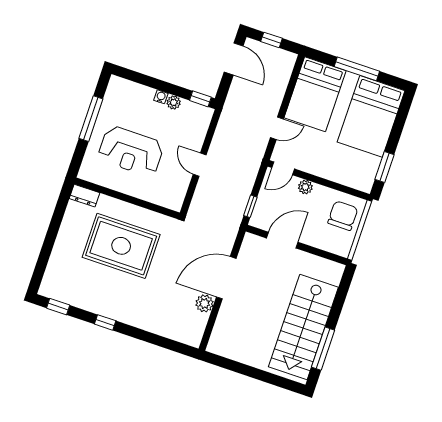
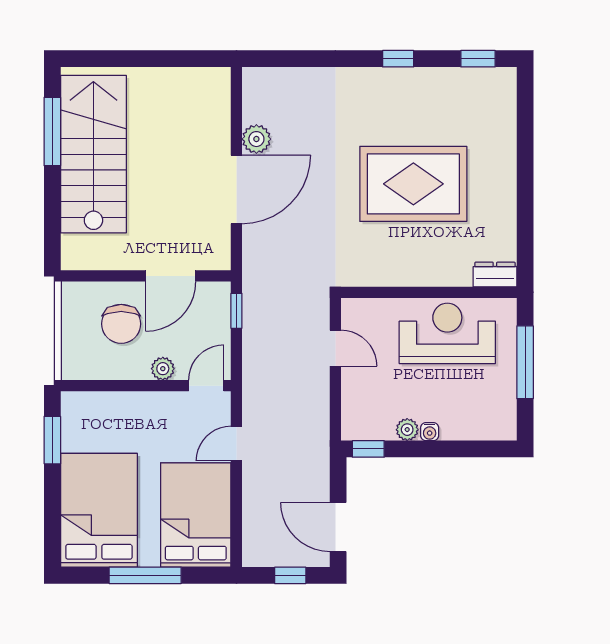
dresser: (85, 196) -> (495, 275), moved
wall: (127, 198) -> (429, 292), moved
chair: (343, 216) -> (121, 324), moved

